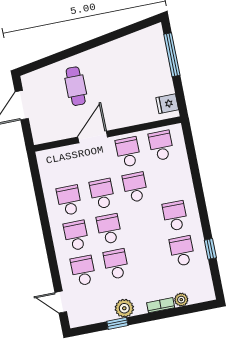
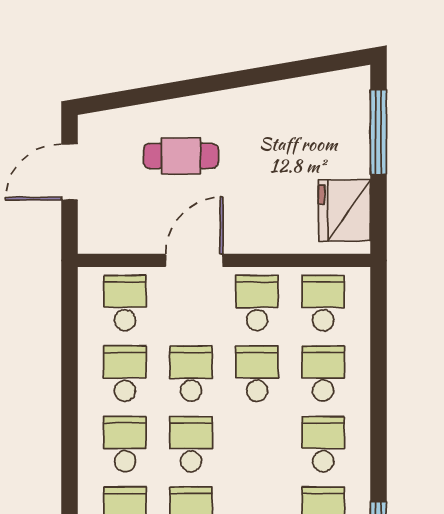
cafe table: (76, 86) -> (181, 156), turned 90
fridge: (167, 104) -> (344, 210), width x1.88, depth x1.34
school desk: (62, 165) -> (125, 303), added
school desk: (168, 181) -> (323, 374), added

